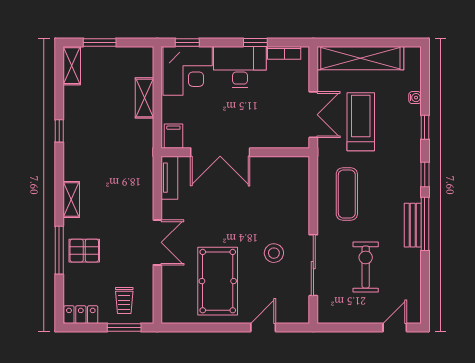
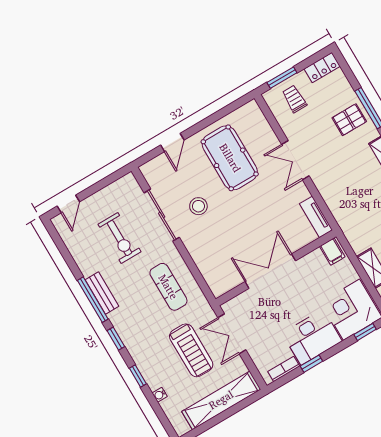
double door: (220, 152) -> (270, 271), moved

